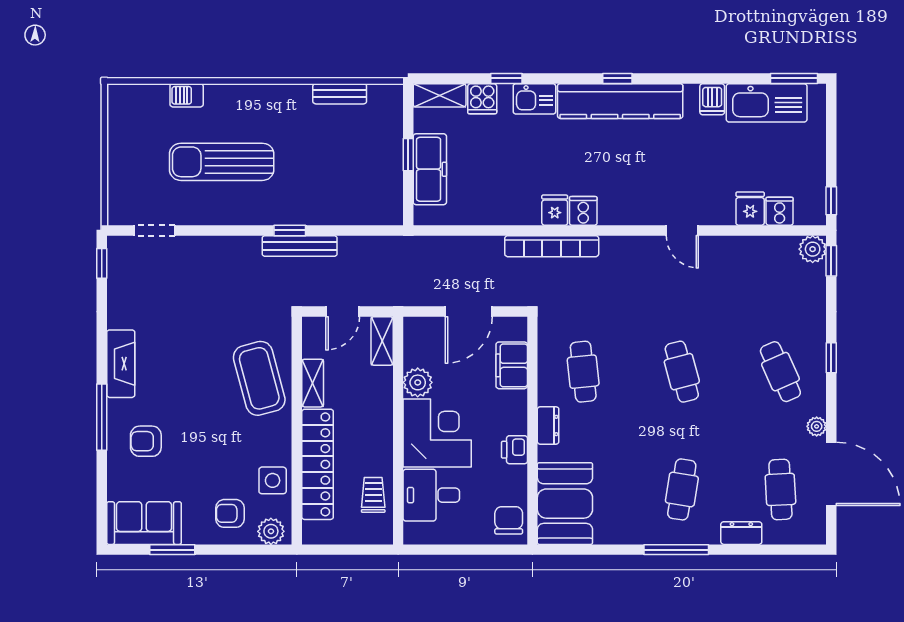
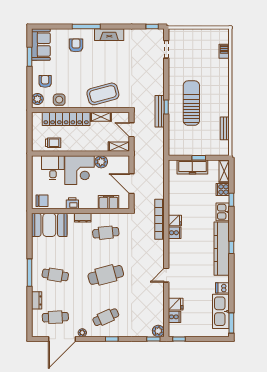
barbecue: (187, 95) -> (224, 51), moved
sun lounger: (222, 162) -> (191, 103), moved
cafe table: (682, 372) -> (106, 275), width x1.37, depth x1.35

